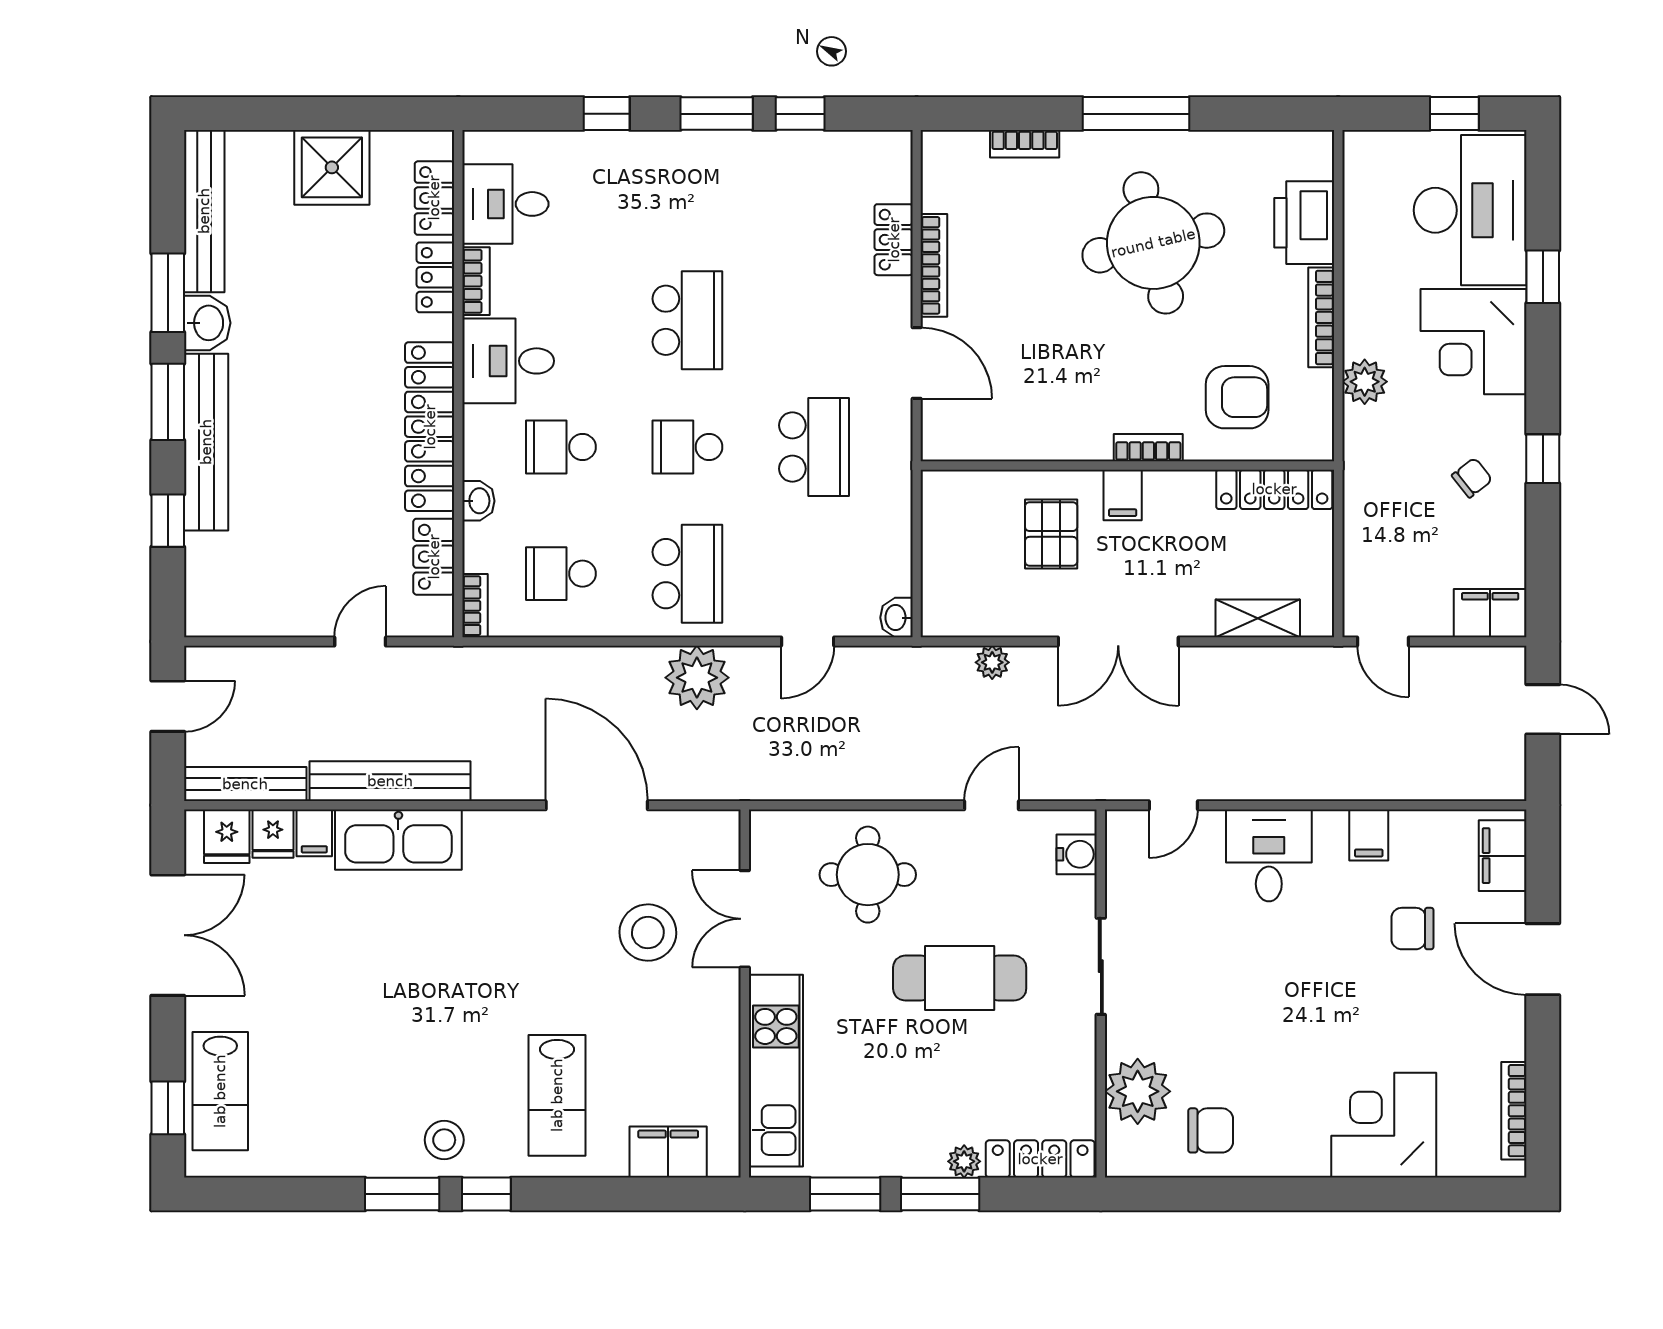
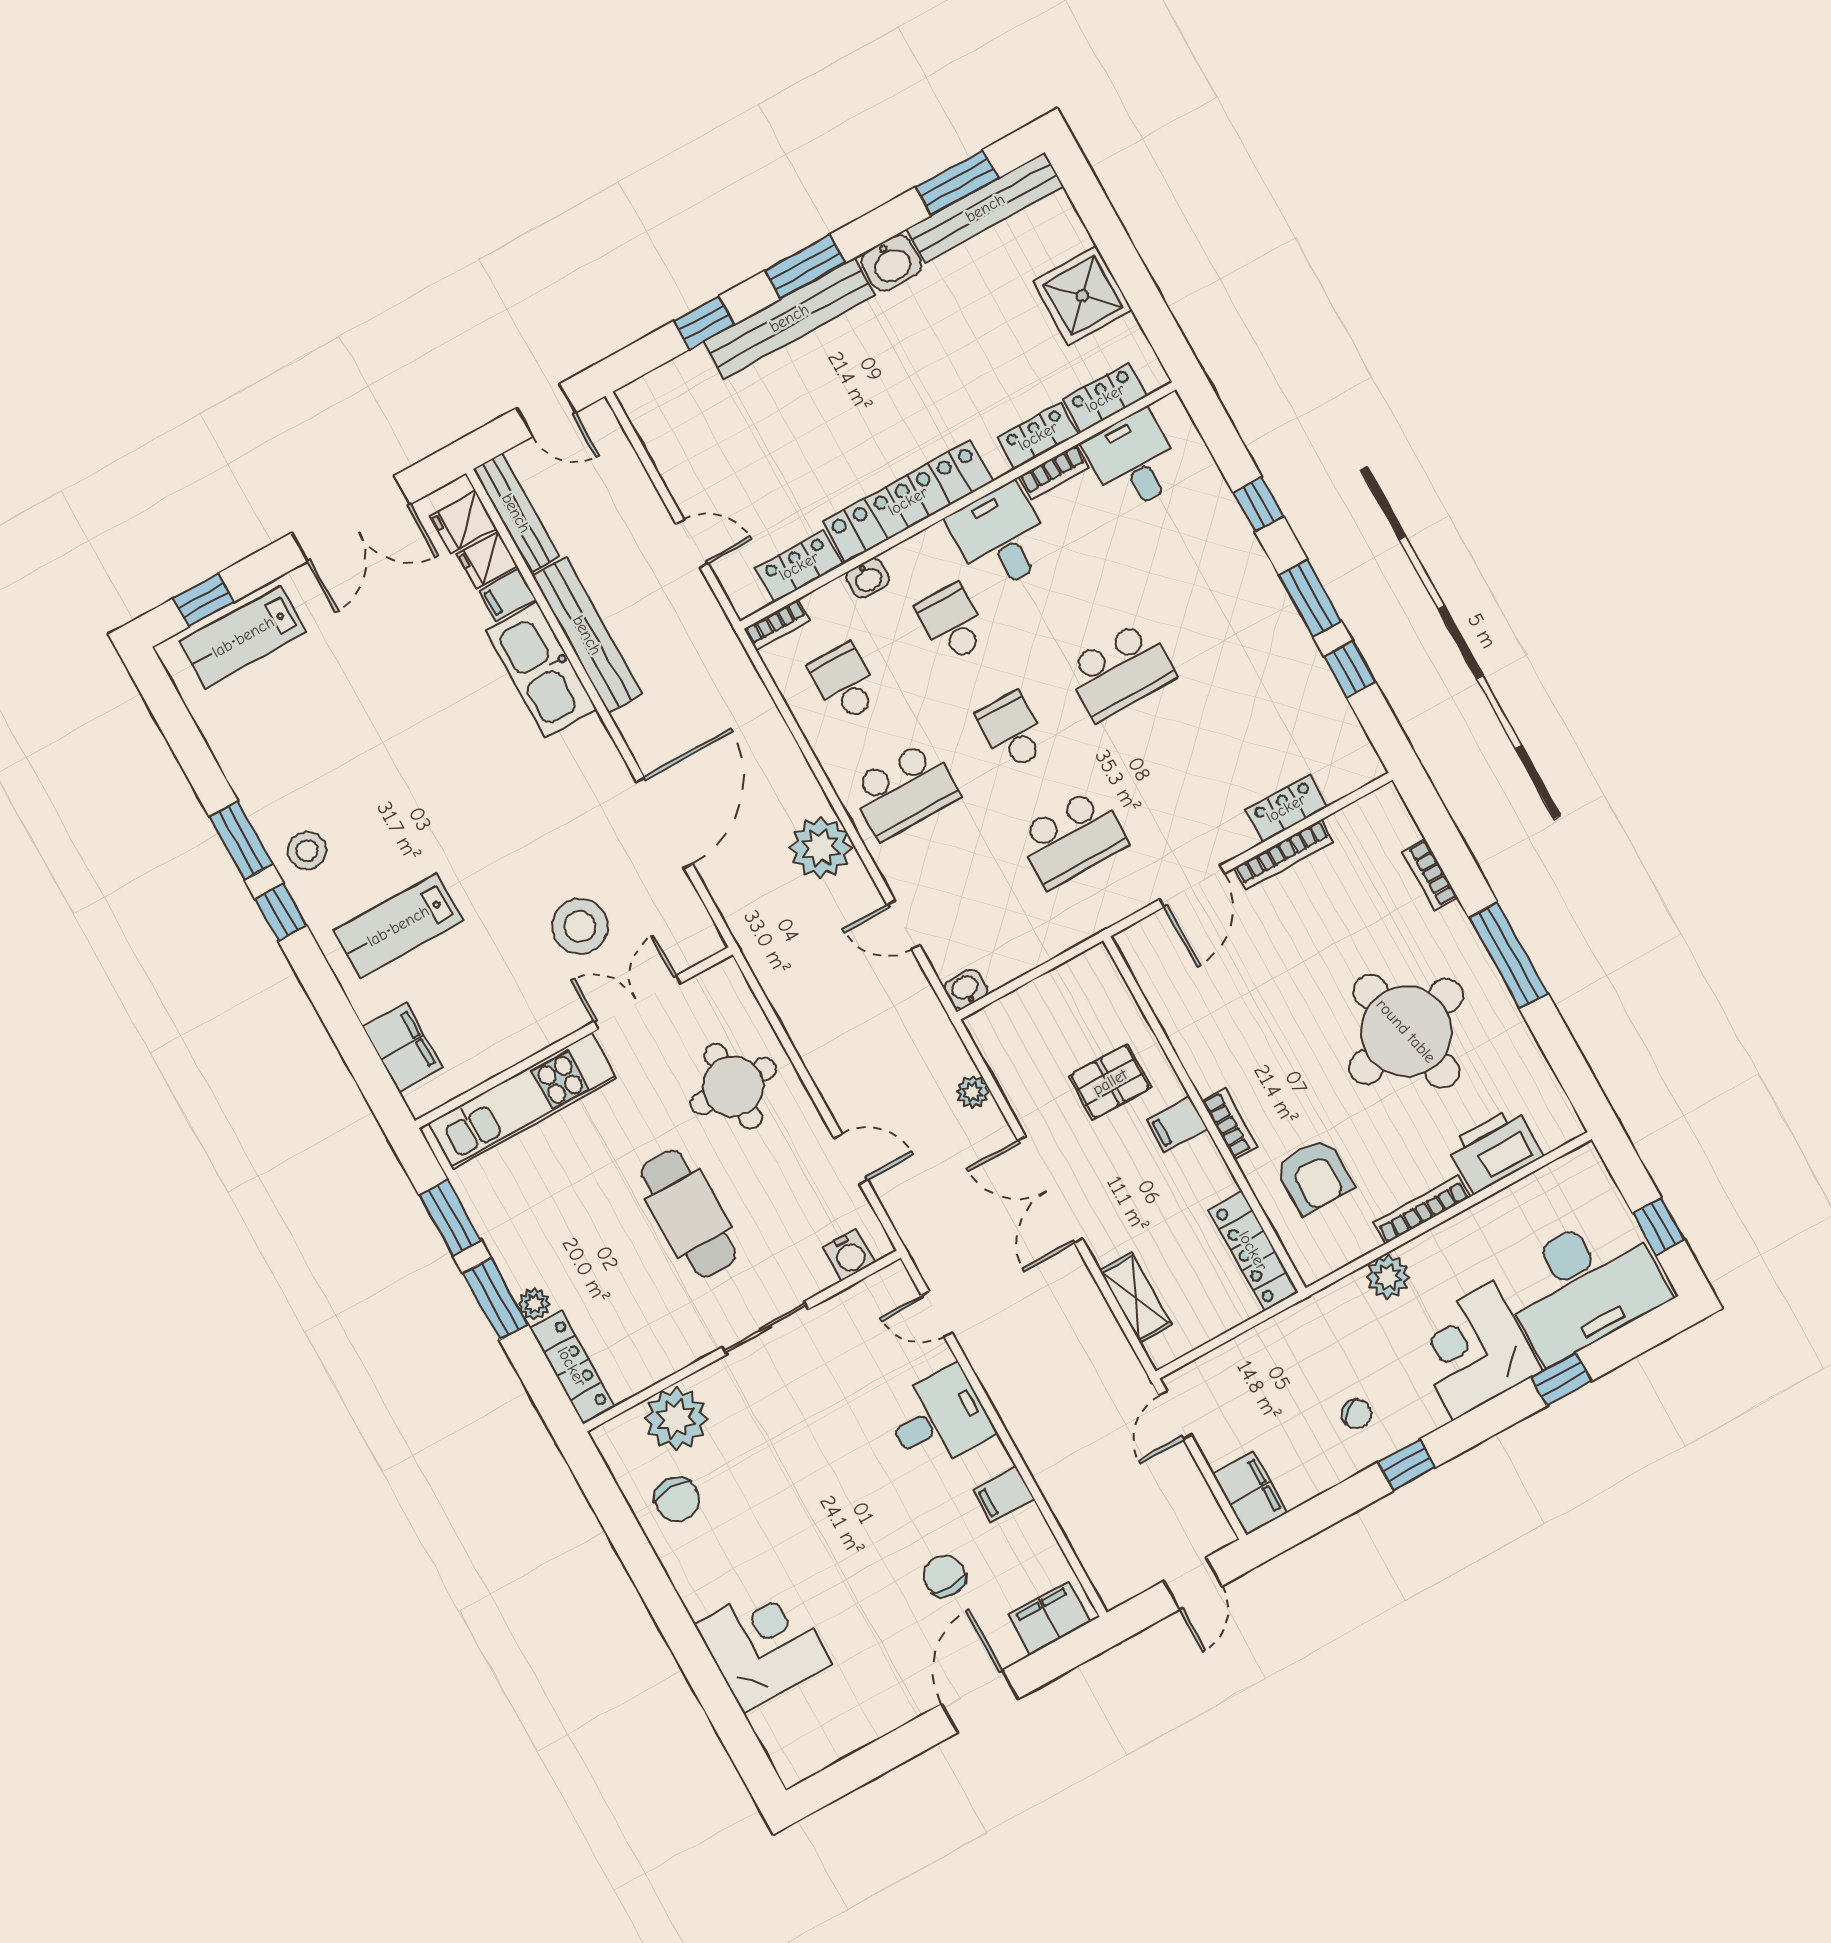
window: (168, 293) -> (957, 183), moved
bookcase: (1514, 1111) -> (837, 1748), removed

